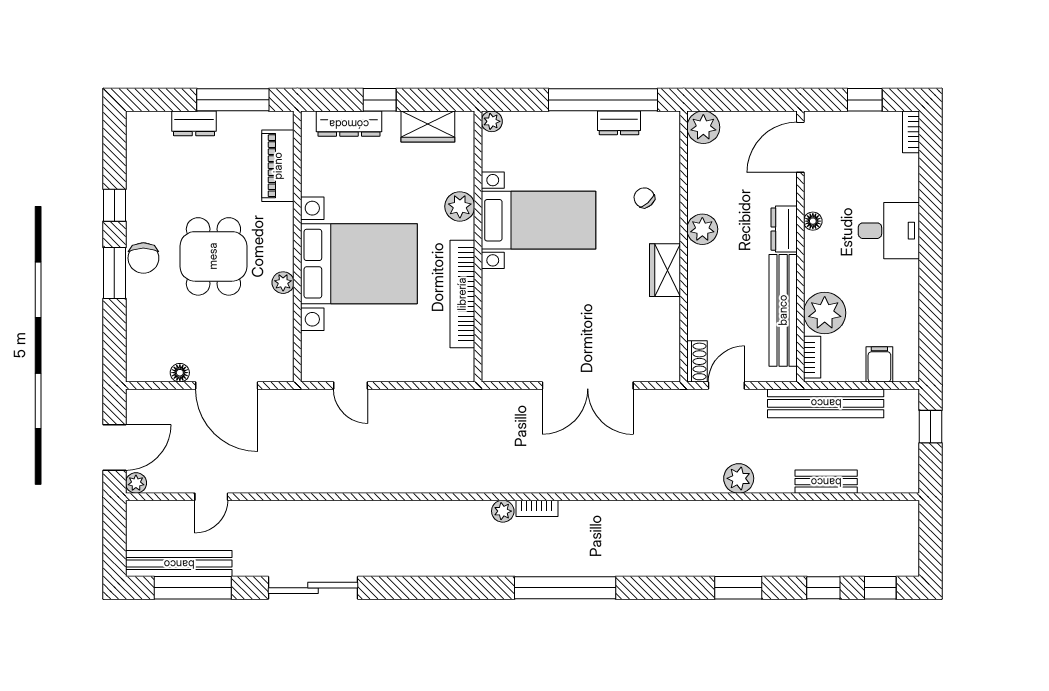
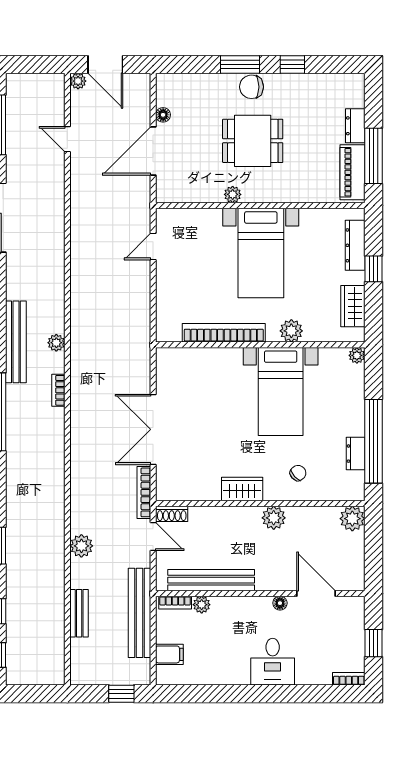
door: (800, 147) -> (316, 593), moved
piano: (278, 166) -> (353, 172), moved, turned -90
dresser: (784, 229) -> (274, 581), removed
bed with nightstands: (359, 264) -> (261, 253), width x0.73
plant: (825, 313) -> (202, 605), width x0.53, depth x0.53
bookcase: (669, 398) -> (144, 492), added
plant: (503, 511) -> (56, 343), moved
bench: (179, 564) -> (16, 342), moved

